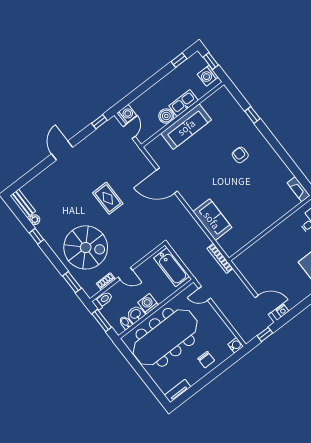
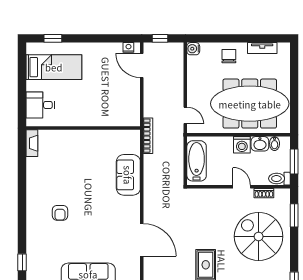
window: (252, 115) -> (22, 262), moved
tv unit: (177, 391) -> (262, 48), moved

